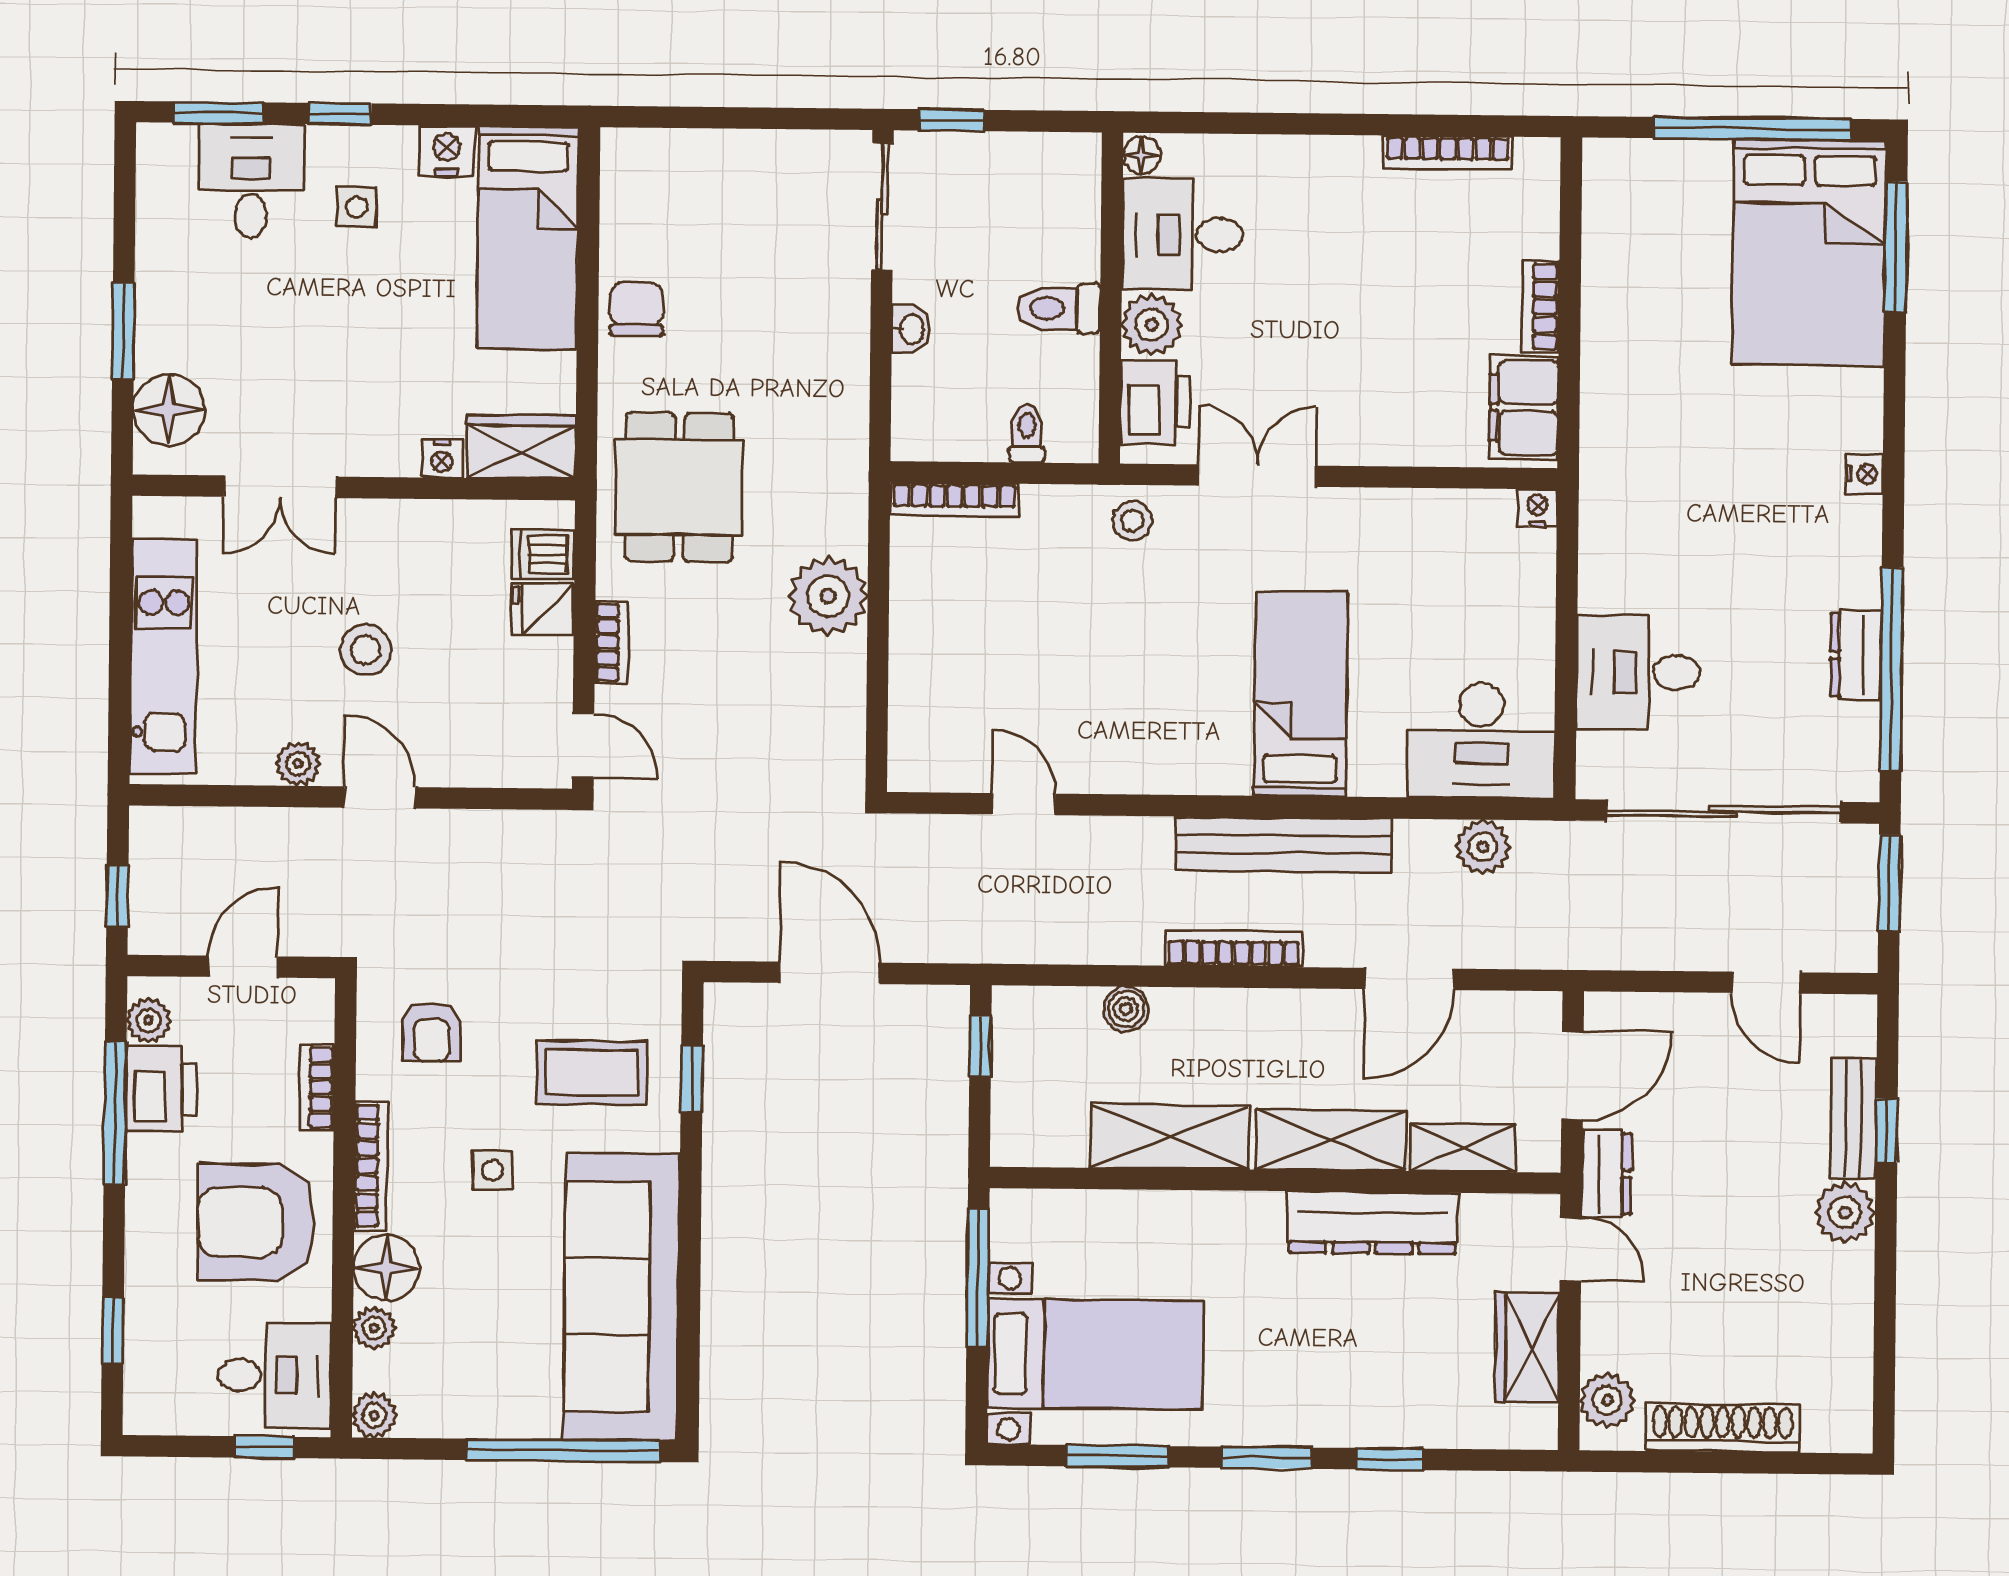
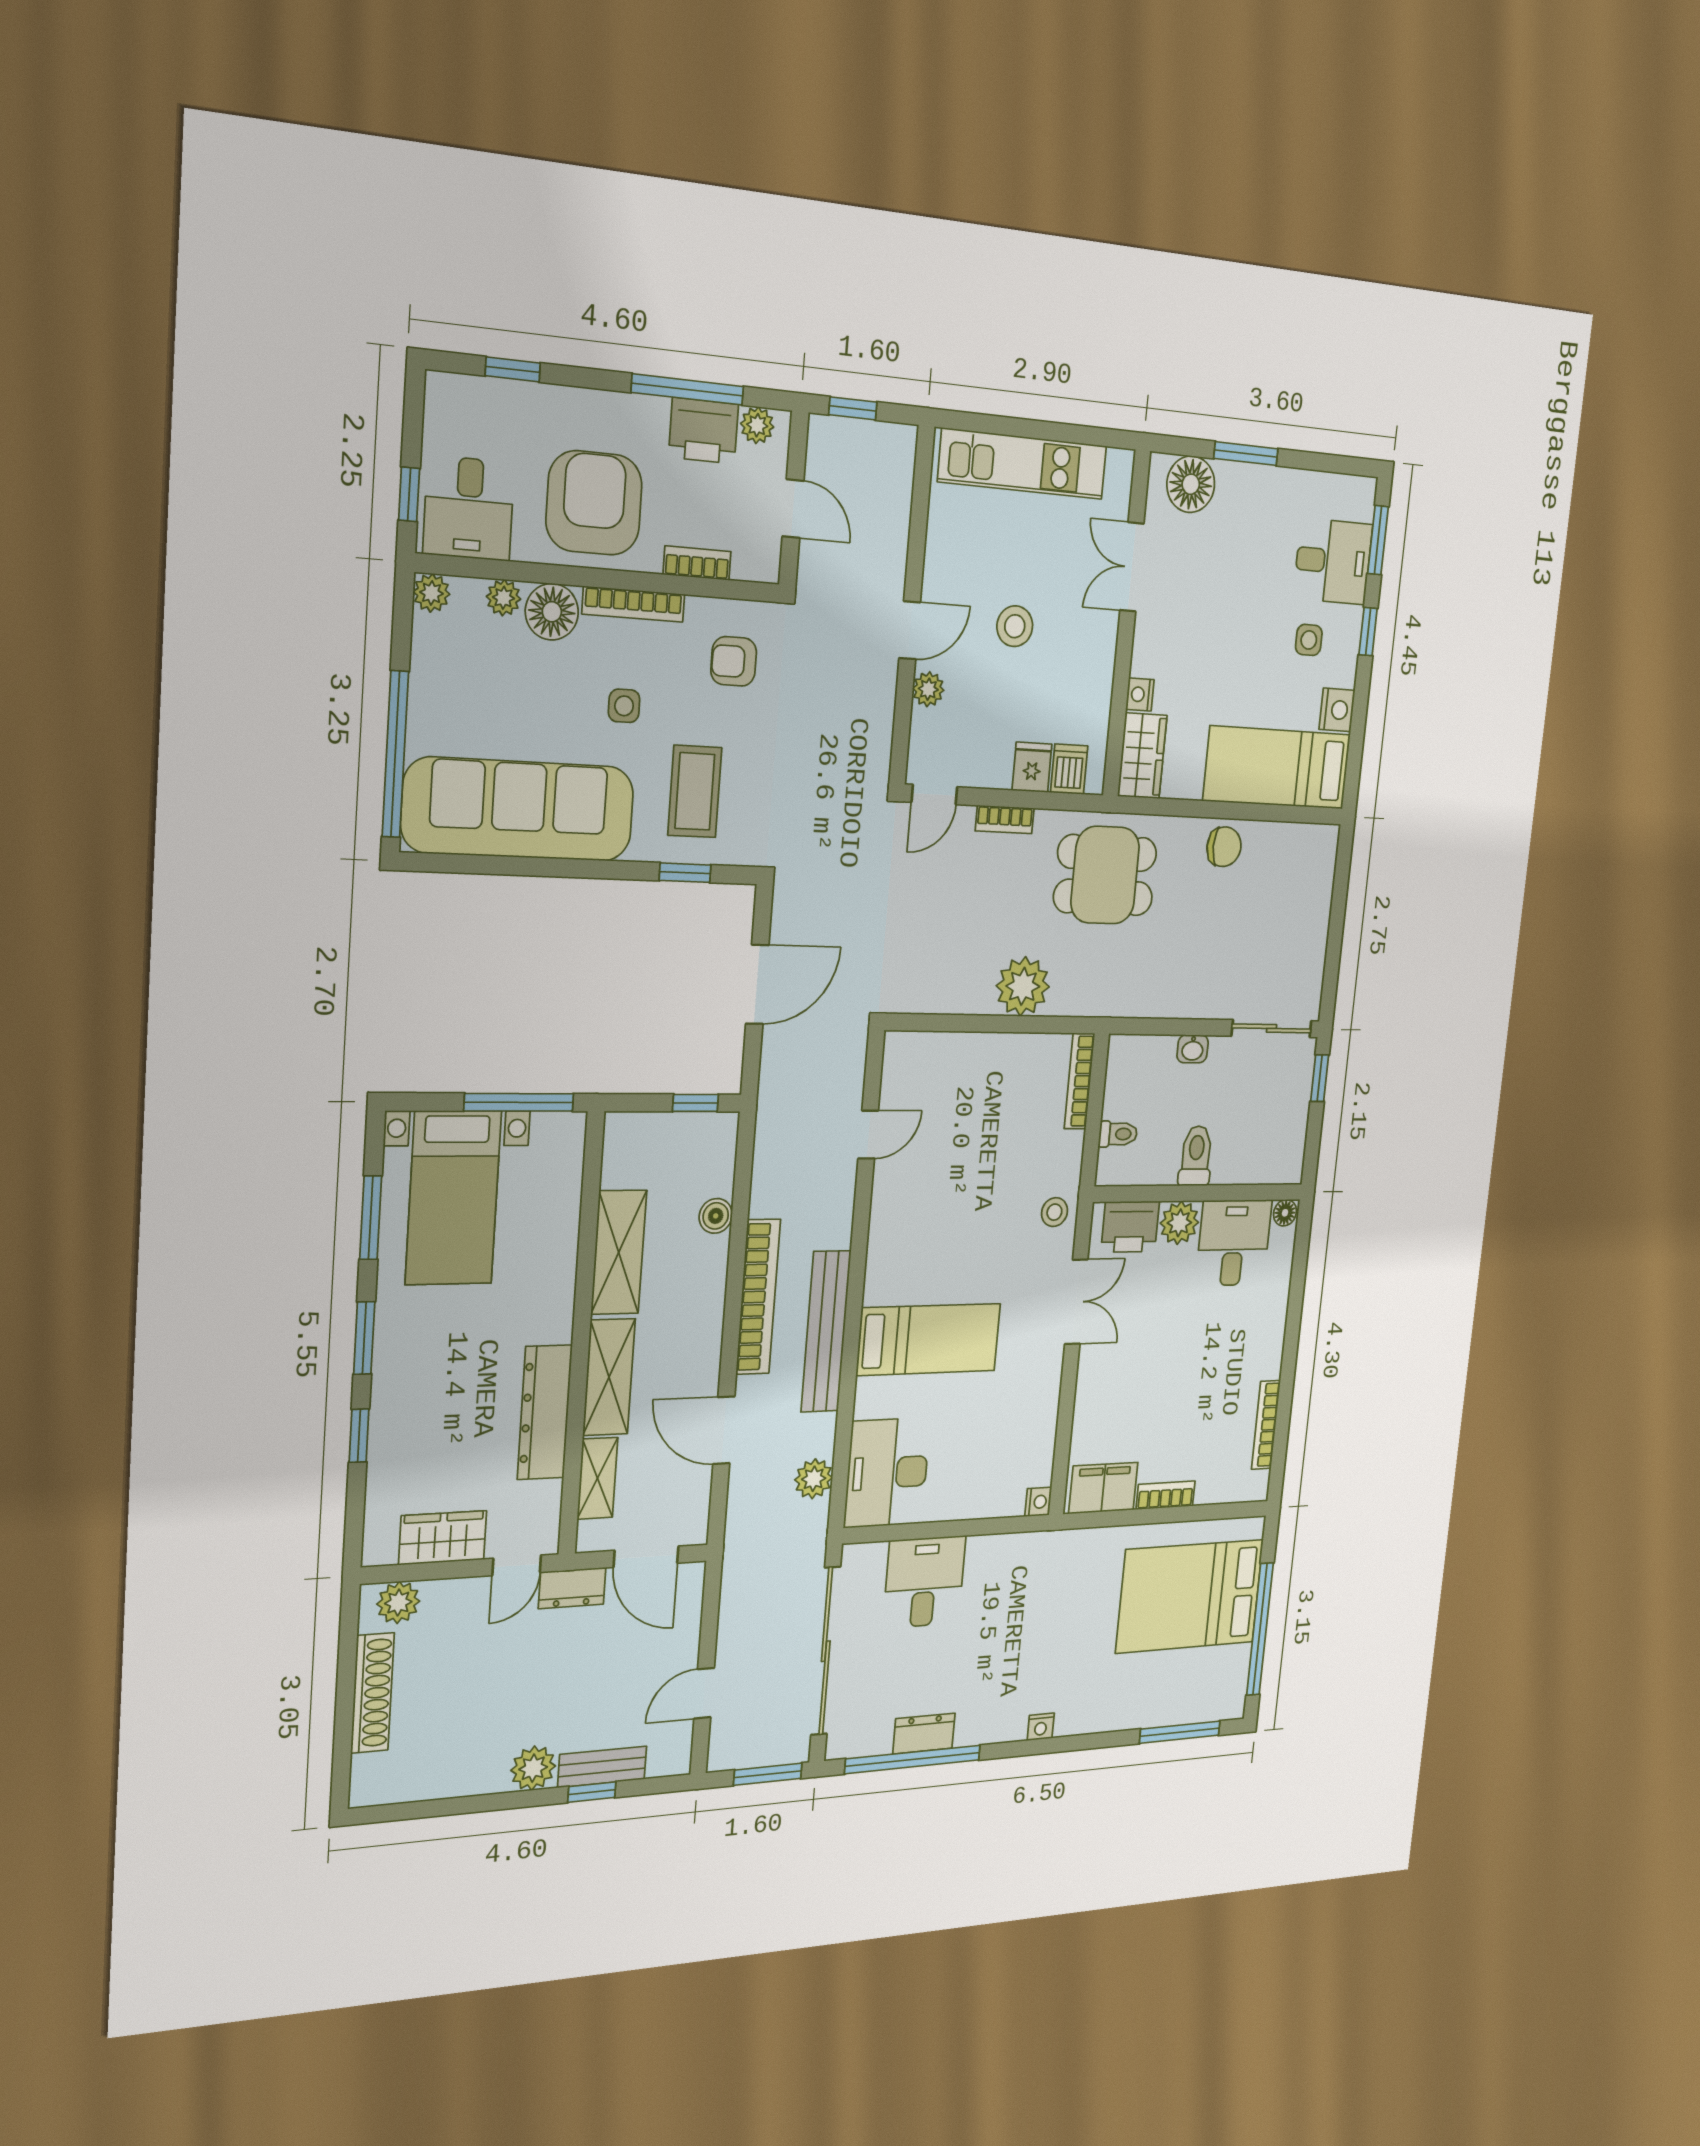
bed: (1809, 253) -> (1190, 1596), moved
plant: (298, 764) -> (928, 689), moved
bookcase: (1234, 949) -> (758, 1297), width x1.48, depth x1.31

